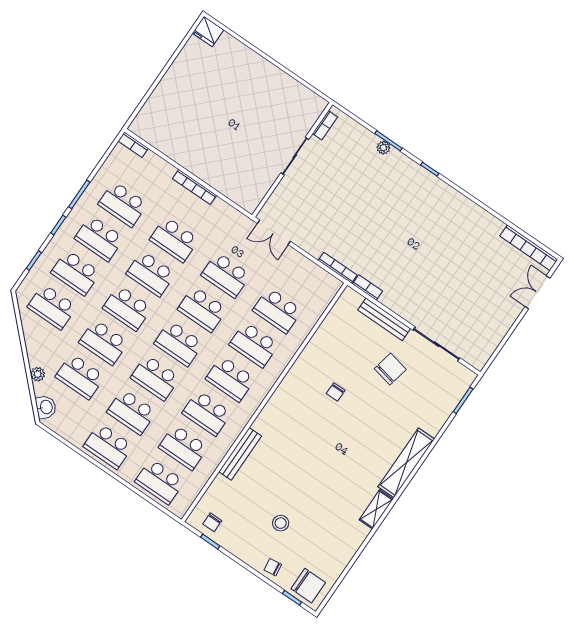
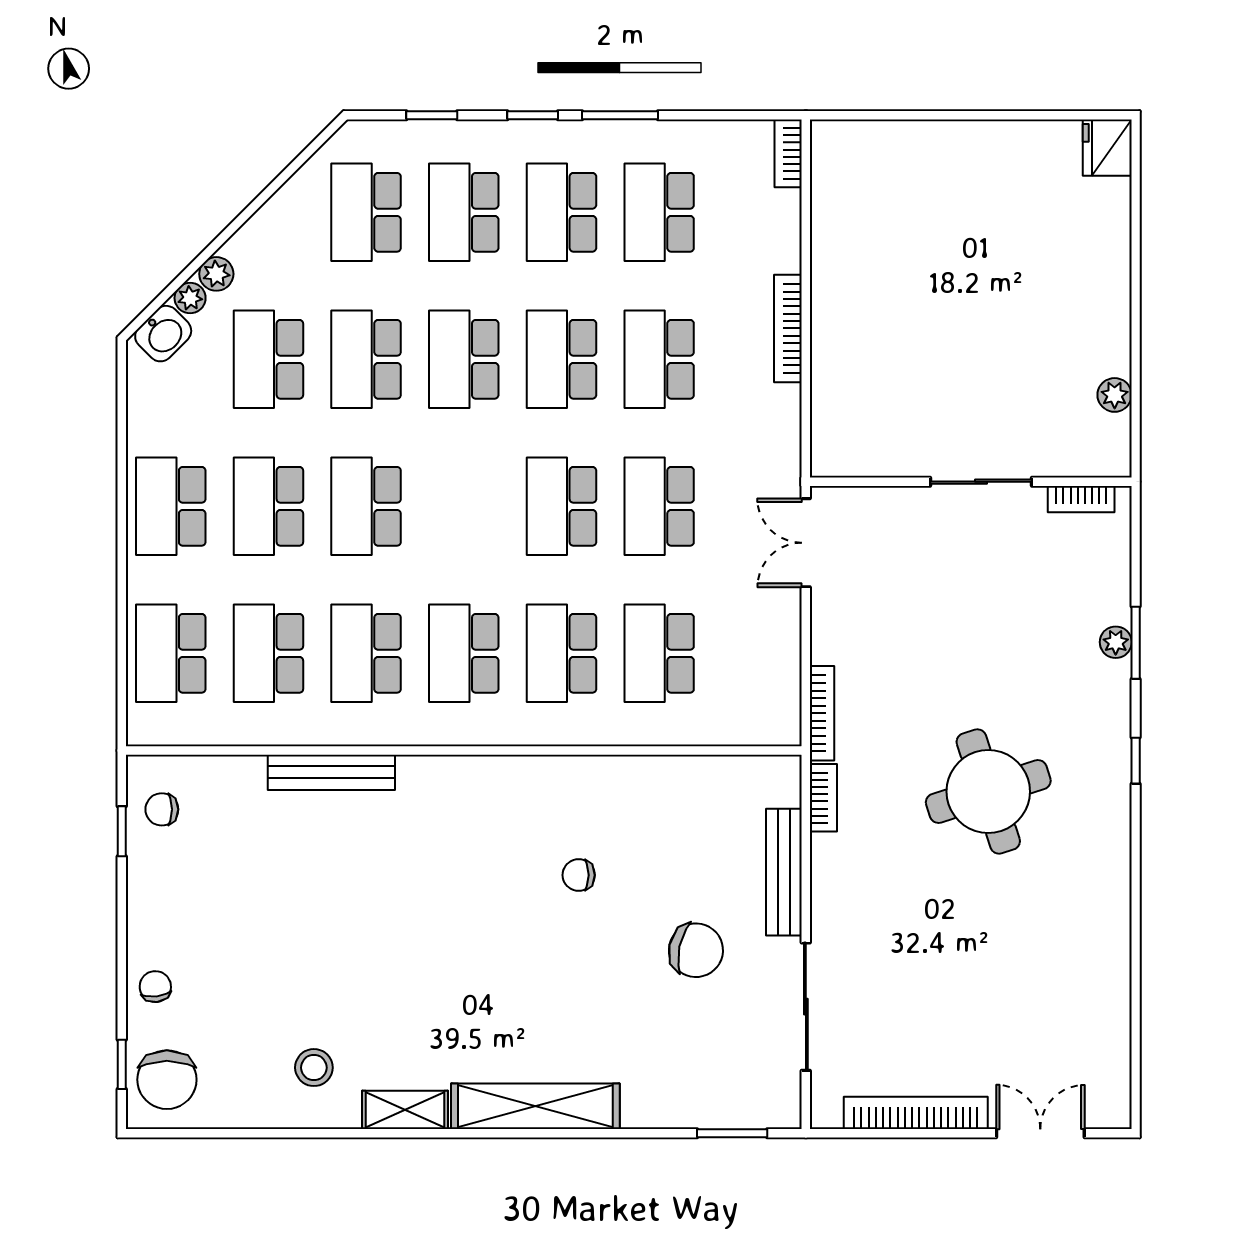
plant: (296, 88) -> (1115, 395), added
round table: (405, 228) -> (988, 792), added
bookcase: (529, 248) -> (916, 1113), moved, turned 90
school desk: (179, 343) -> (464, 506), removed
plant: (40, 389) -> (190, 298), added
stool: (281, 523) -> (314, 1068), moved

